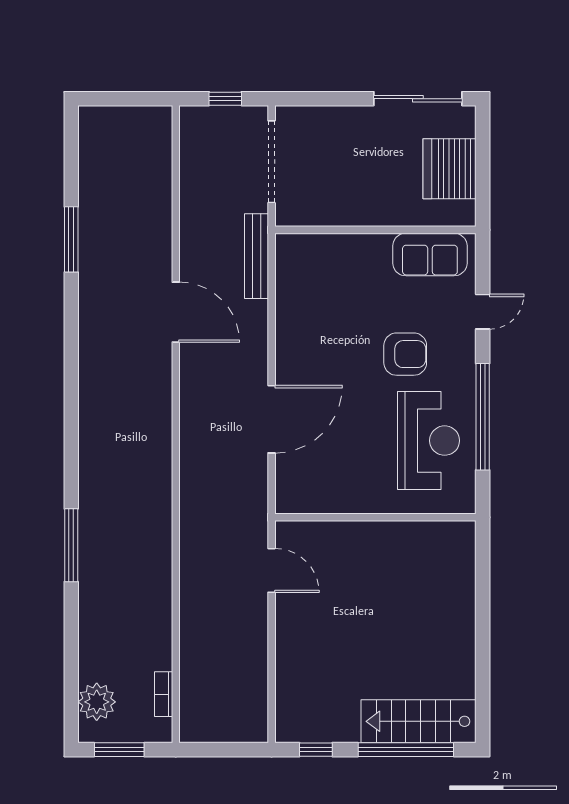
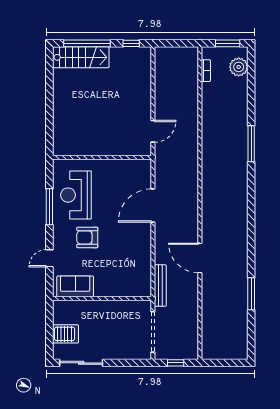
server rack: (450, 169) -> (66, 334), width x0.62
window: (483, 417) -> (49, 207), width x0.68
door: (272, 570) -> (153, 131), swing flipped

